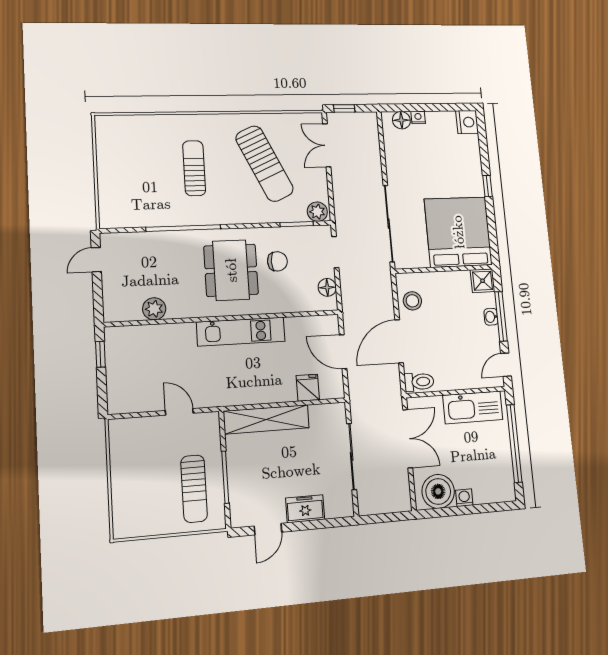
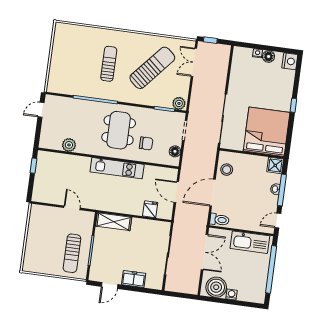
floor lamp: (401, 120) -> (269, 56), moved
sun lounger: (264, 164) -> (152, 68), turned -114
chair: (277, 261) -> (146, 143), moved
shelving: (266, 419) -> (114, 222), width x0.68

